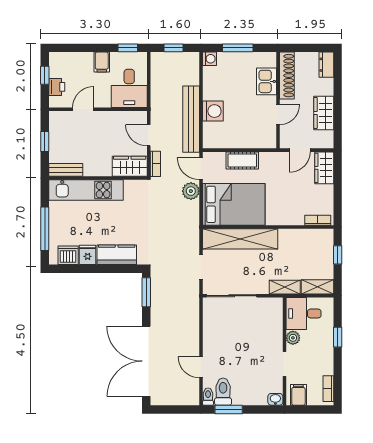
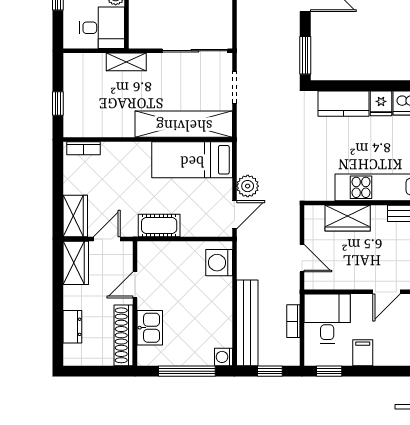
window: (238, 48) -> (187, 371), width x1.44
dresser: (326, 65) -> (72, 327), moved
washing machine: (213, 111) -> (219, 263), moved
wardrobe: (324, 113) -> (76, 263), moved
bench: (191, 119) -> (247, 323), moved
cot: (242, 160) -> (159, 225), moved
bookcase: (155, 164) -> (293, 321), moved
wardrobe: (130, 166) -> (348, 218), moved
door: (201, 169) -> (234, 215), hinge flipped
bed: (234, 204) -> (192, 160), width x0.67
shelving: (317, 287) -> (84, 62), removed

